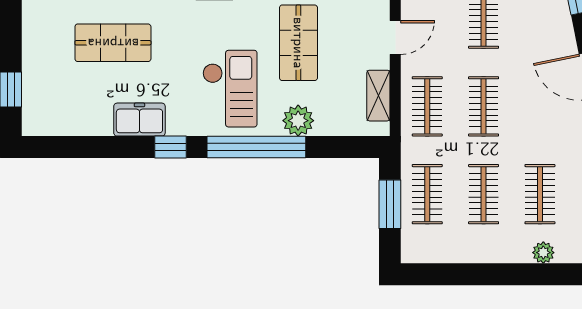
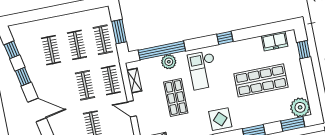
door: (395, 37) -> (132, 109), hinge flipped
shop shelf: (113, 43) -> (261, 80), width x1.43, depth x1.36
freezer: (139, 120) -> (275, 41), moved
window: (256, 147) -> (162, 50), moved
plant: (543, 253) -> (44, 24), removed

